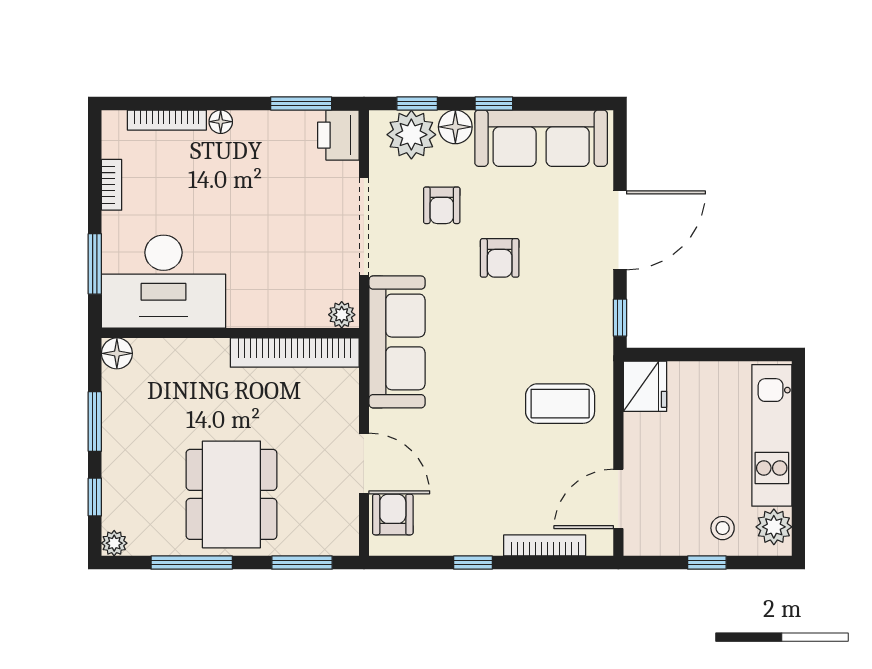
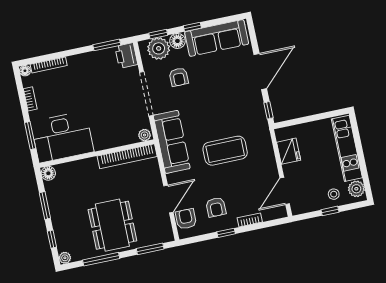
floor lamp: (221, 122) -> (25, 71), moved
armchair: (500, 258) -> (216, 207), moved
fridge: (645, 386) -> (289, 151), moved
coffee table: (560, 404) -> (225, 151), moved, width x1.36, depth x1.32
door: (364, 463) -> (168, 199), hinge flipped
bookcase: (545, 545) -> (250, 220), width x0.64

